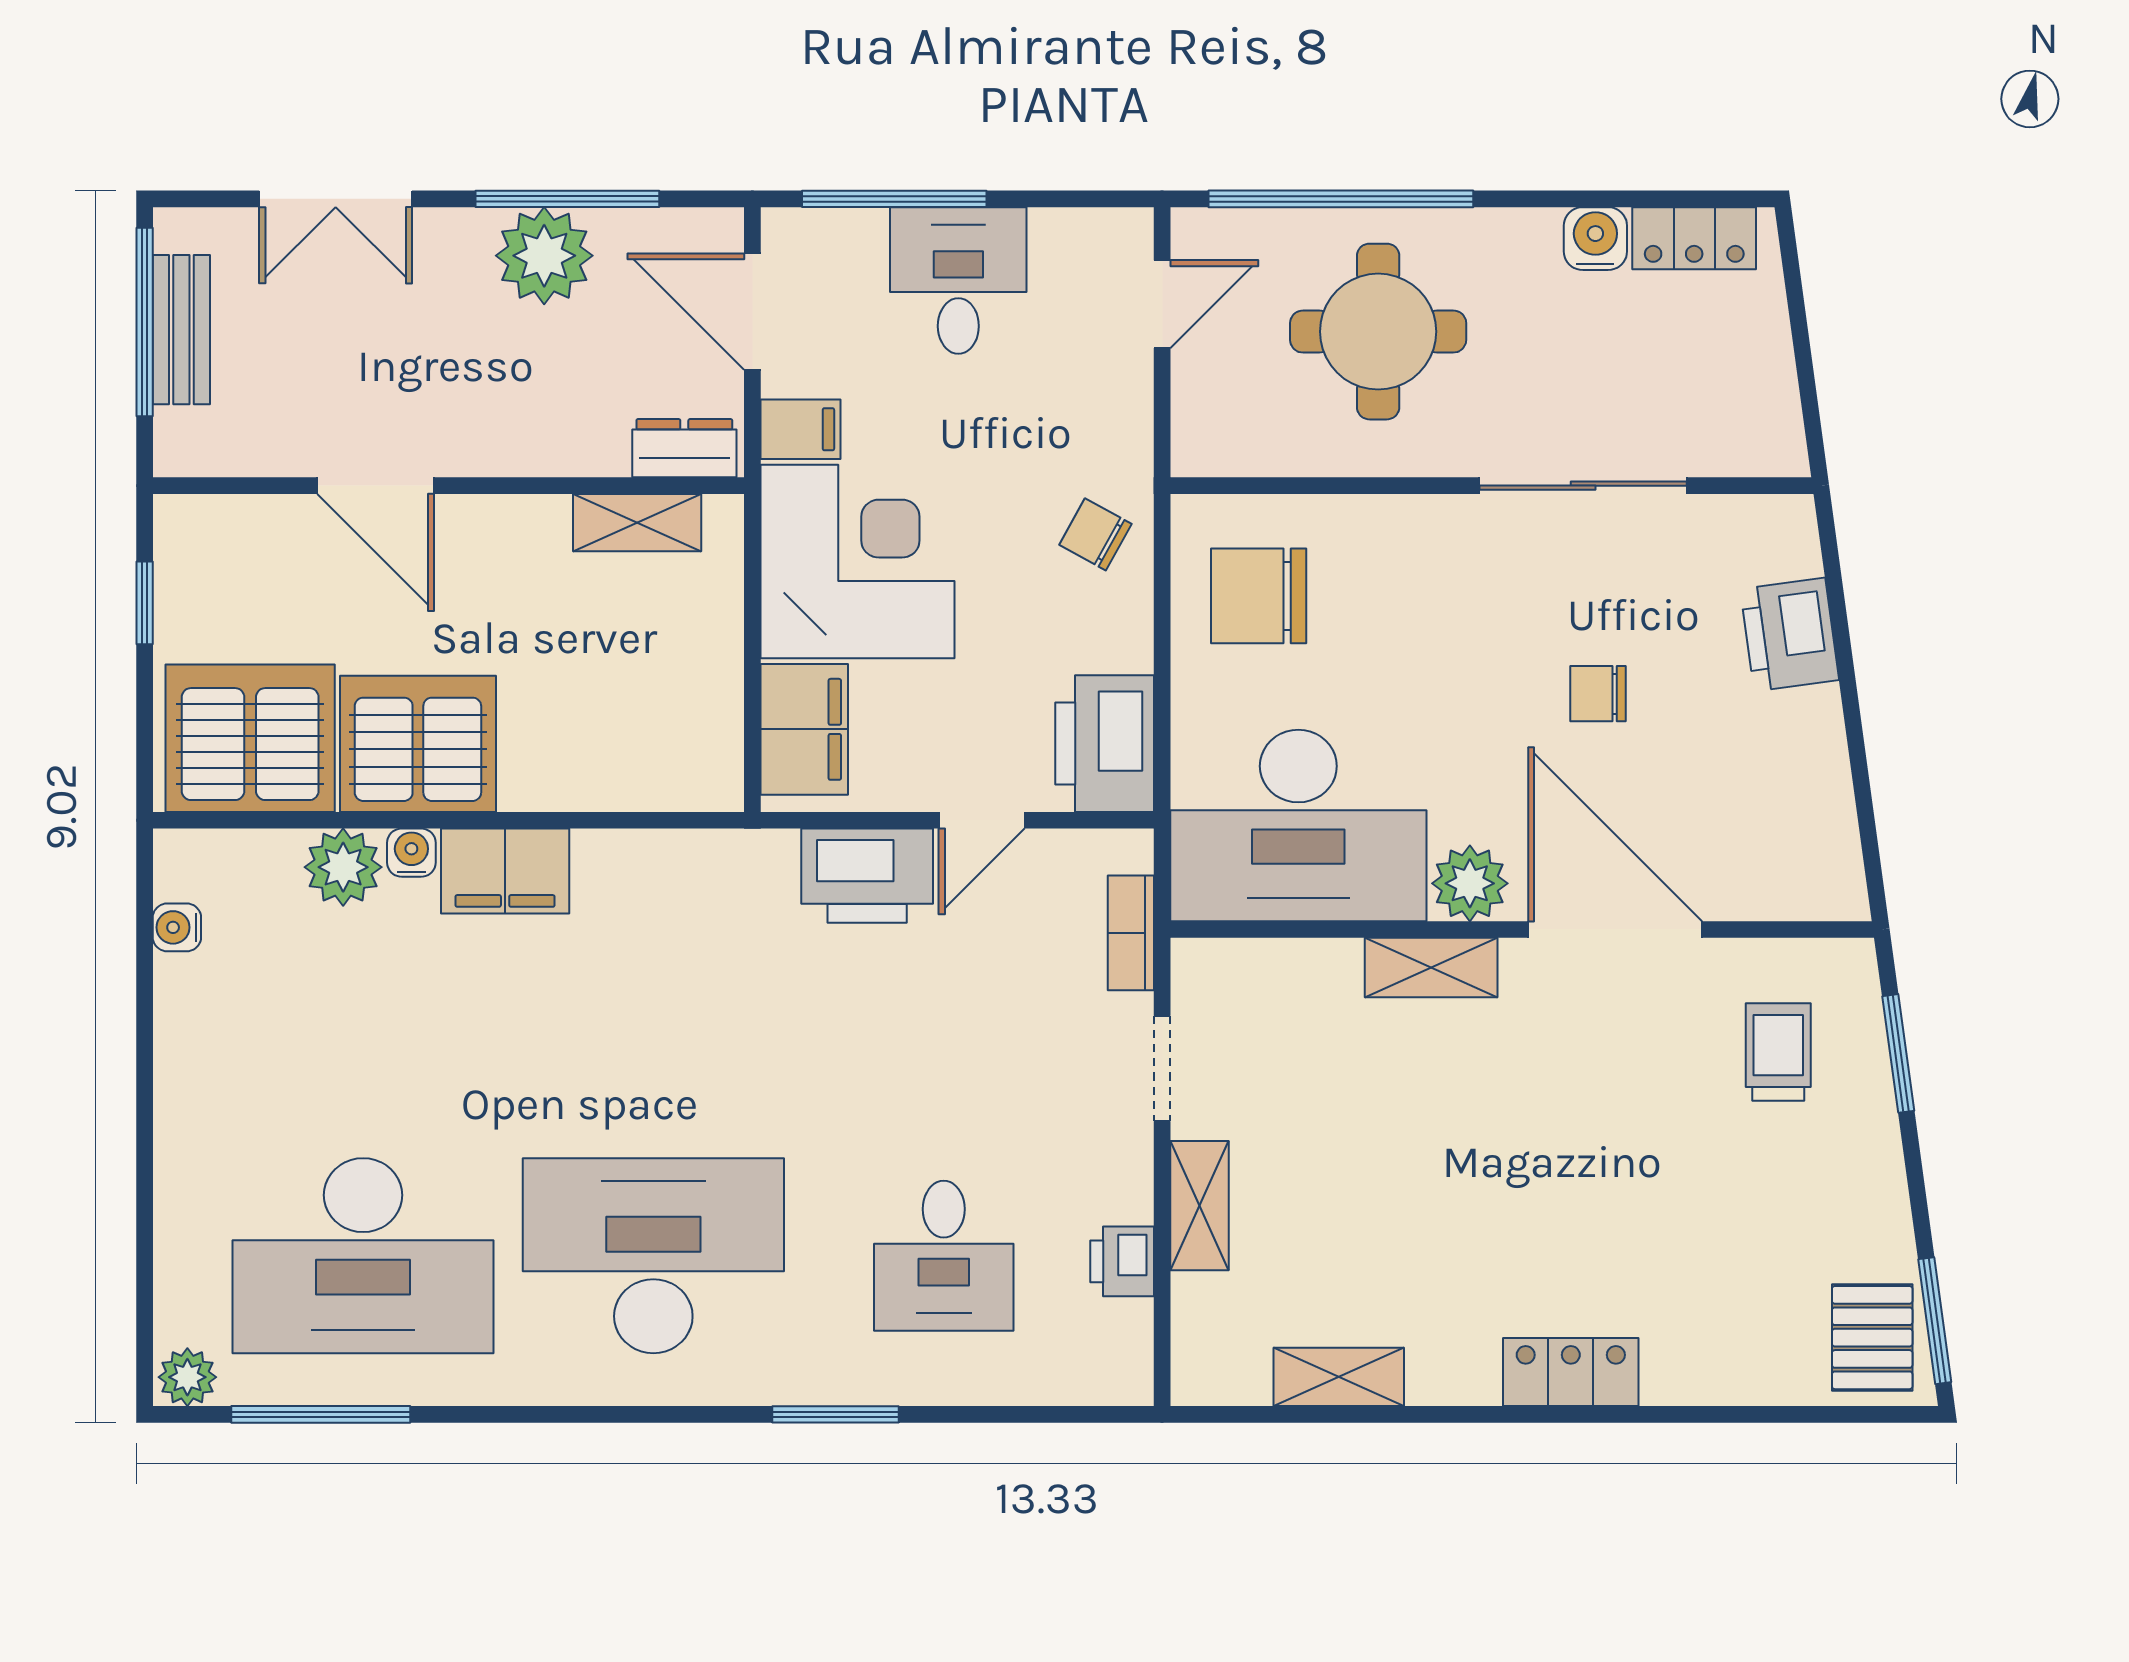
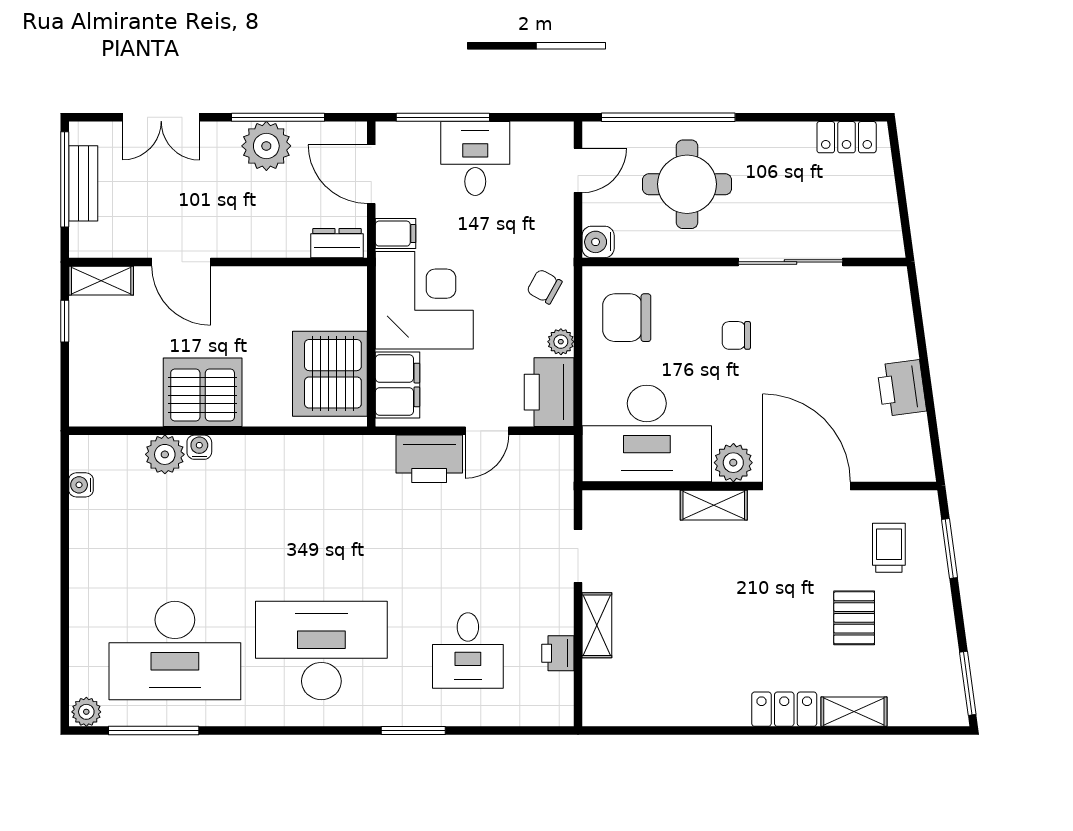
water cooler: (1595, 239) -> (598, 242), moved, turned -90
shelving: (637, 523) -> (101, 281), moved
printer: (1790, 634) -> (902, 388), moved
plant: (1128, 644) -> (561, 342), added
chair: (1598, 694) -> (736, 335), moved
server rack: (250, 738) -> (330, 374), moved, turned -90
filing cabinet: (505, 871) -> (247, 456), removed
bookcase: (1131, 933) -> (562, 488), removed
pallet: (1872, 1338) -> (854, 618), moved
shelving: (1339, 1377) -> (854, 712), moved

